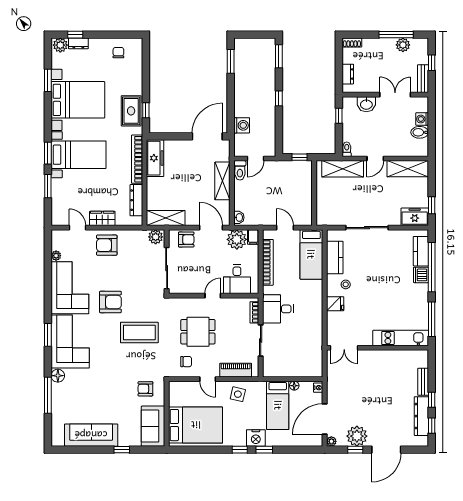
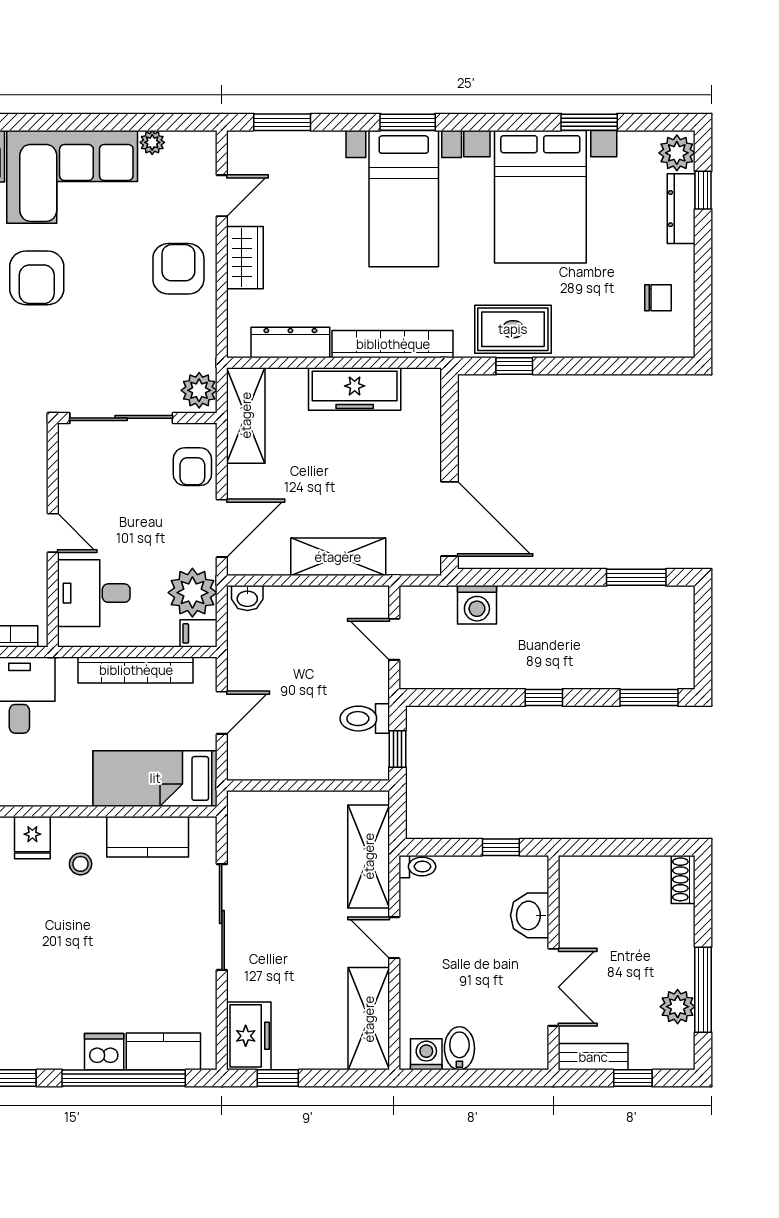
dresser: (78, 43) -> (681, 209), width x1.44
dresser: (348, 74) -> (605, 869), removed
washing machine: (422, 119) -> (426, 1054), moved
freezer: (155, 158) -> (355, 389), moved
toilet: (240, 170) -> (365, 719), moved
window: (48, 186) -> (282, 122), moved

